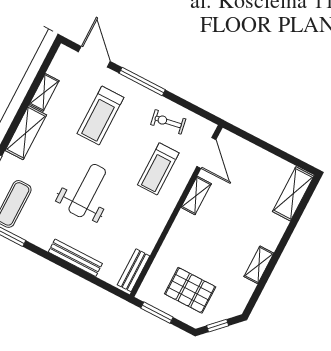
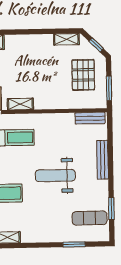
shelving: (26, 133) -> (40, 235), removed
shelving: (259, 265) -> (66, 39), moved

